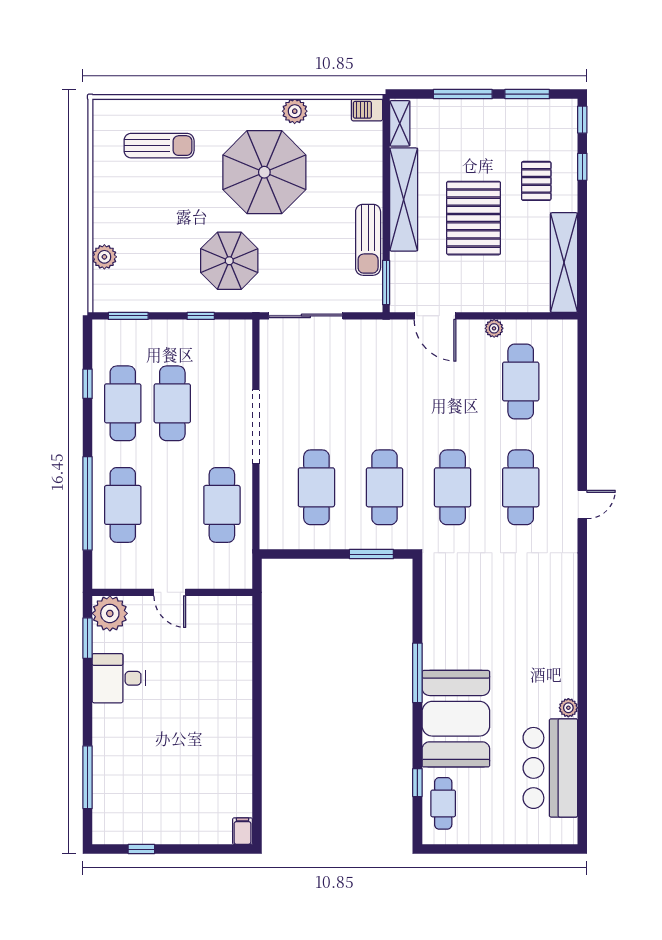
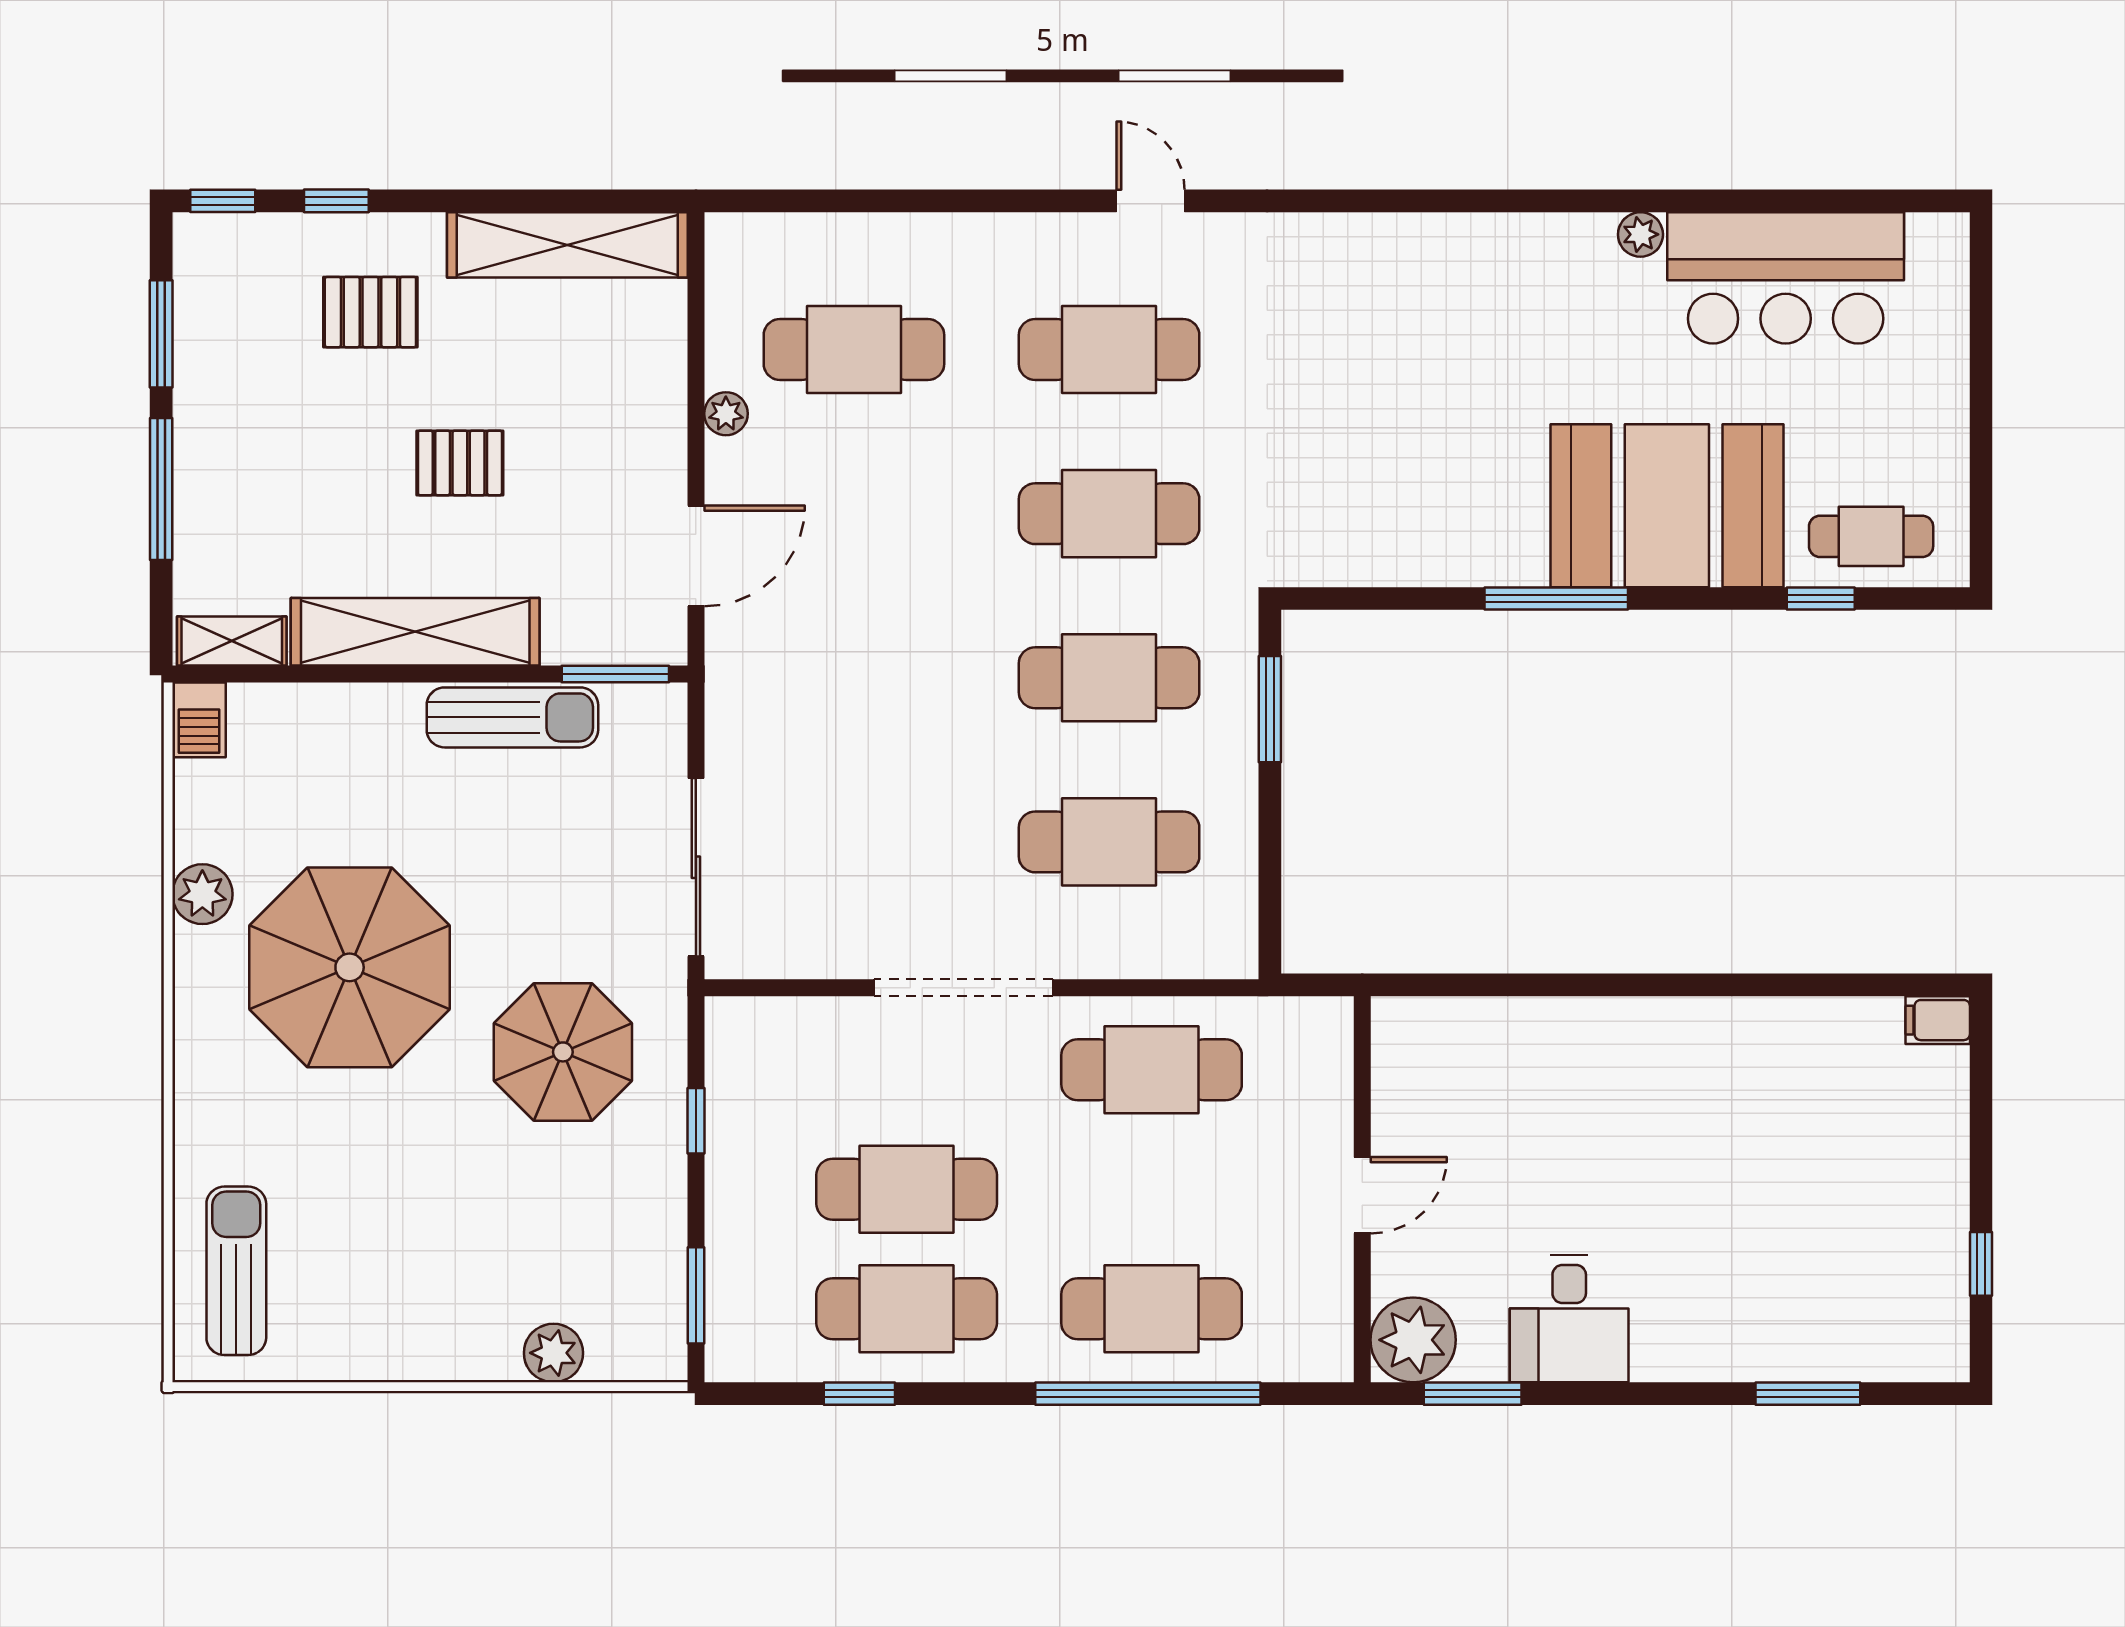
sun lounger: (159, 146) -> (236, 1271), moved
pallet: (474, 218) -> (460, 463), width x0.49, depth x0.50
window: (88, 777) -> (1808, 1394), width x0.69

